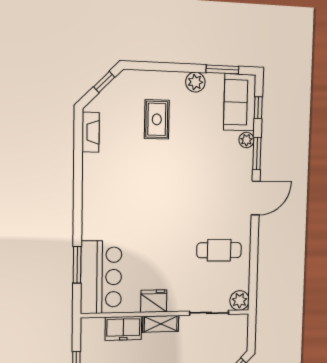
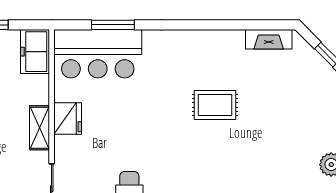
rug: (157, 119) -> (215, 105), moved
freezer: (123, 328) -> (35, 52), moved

